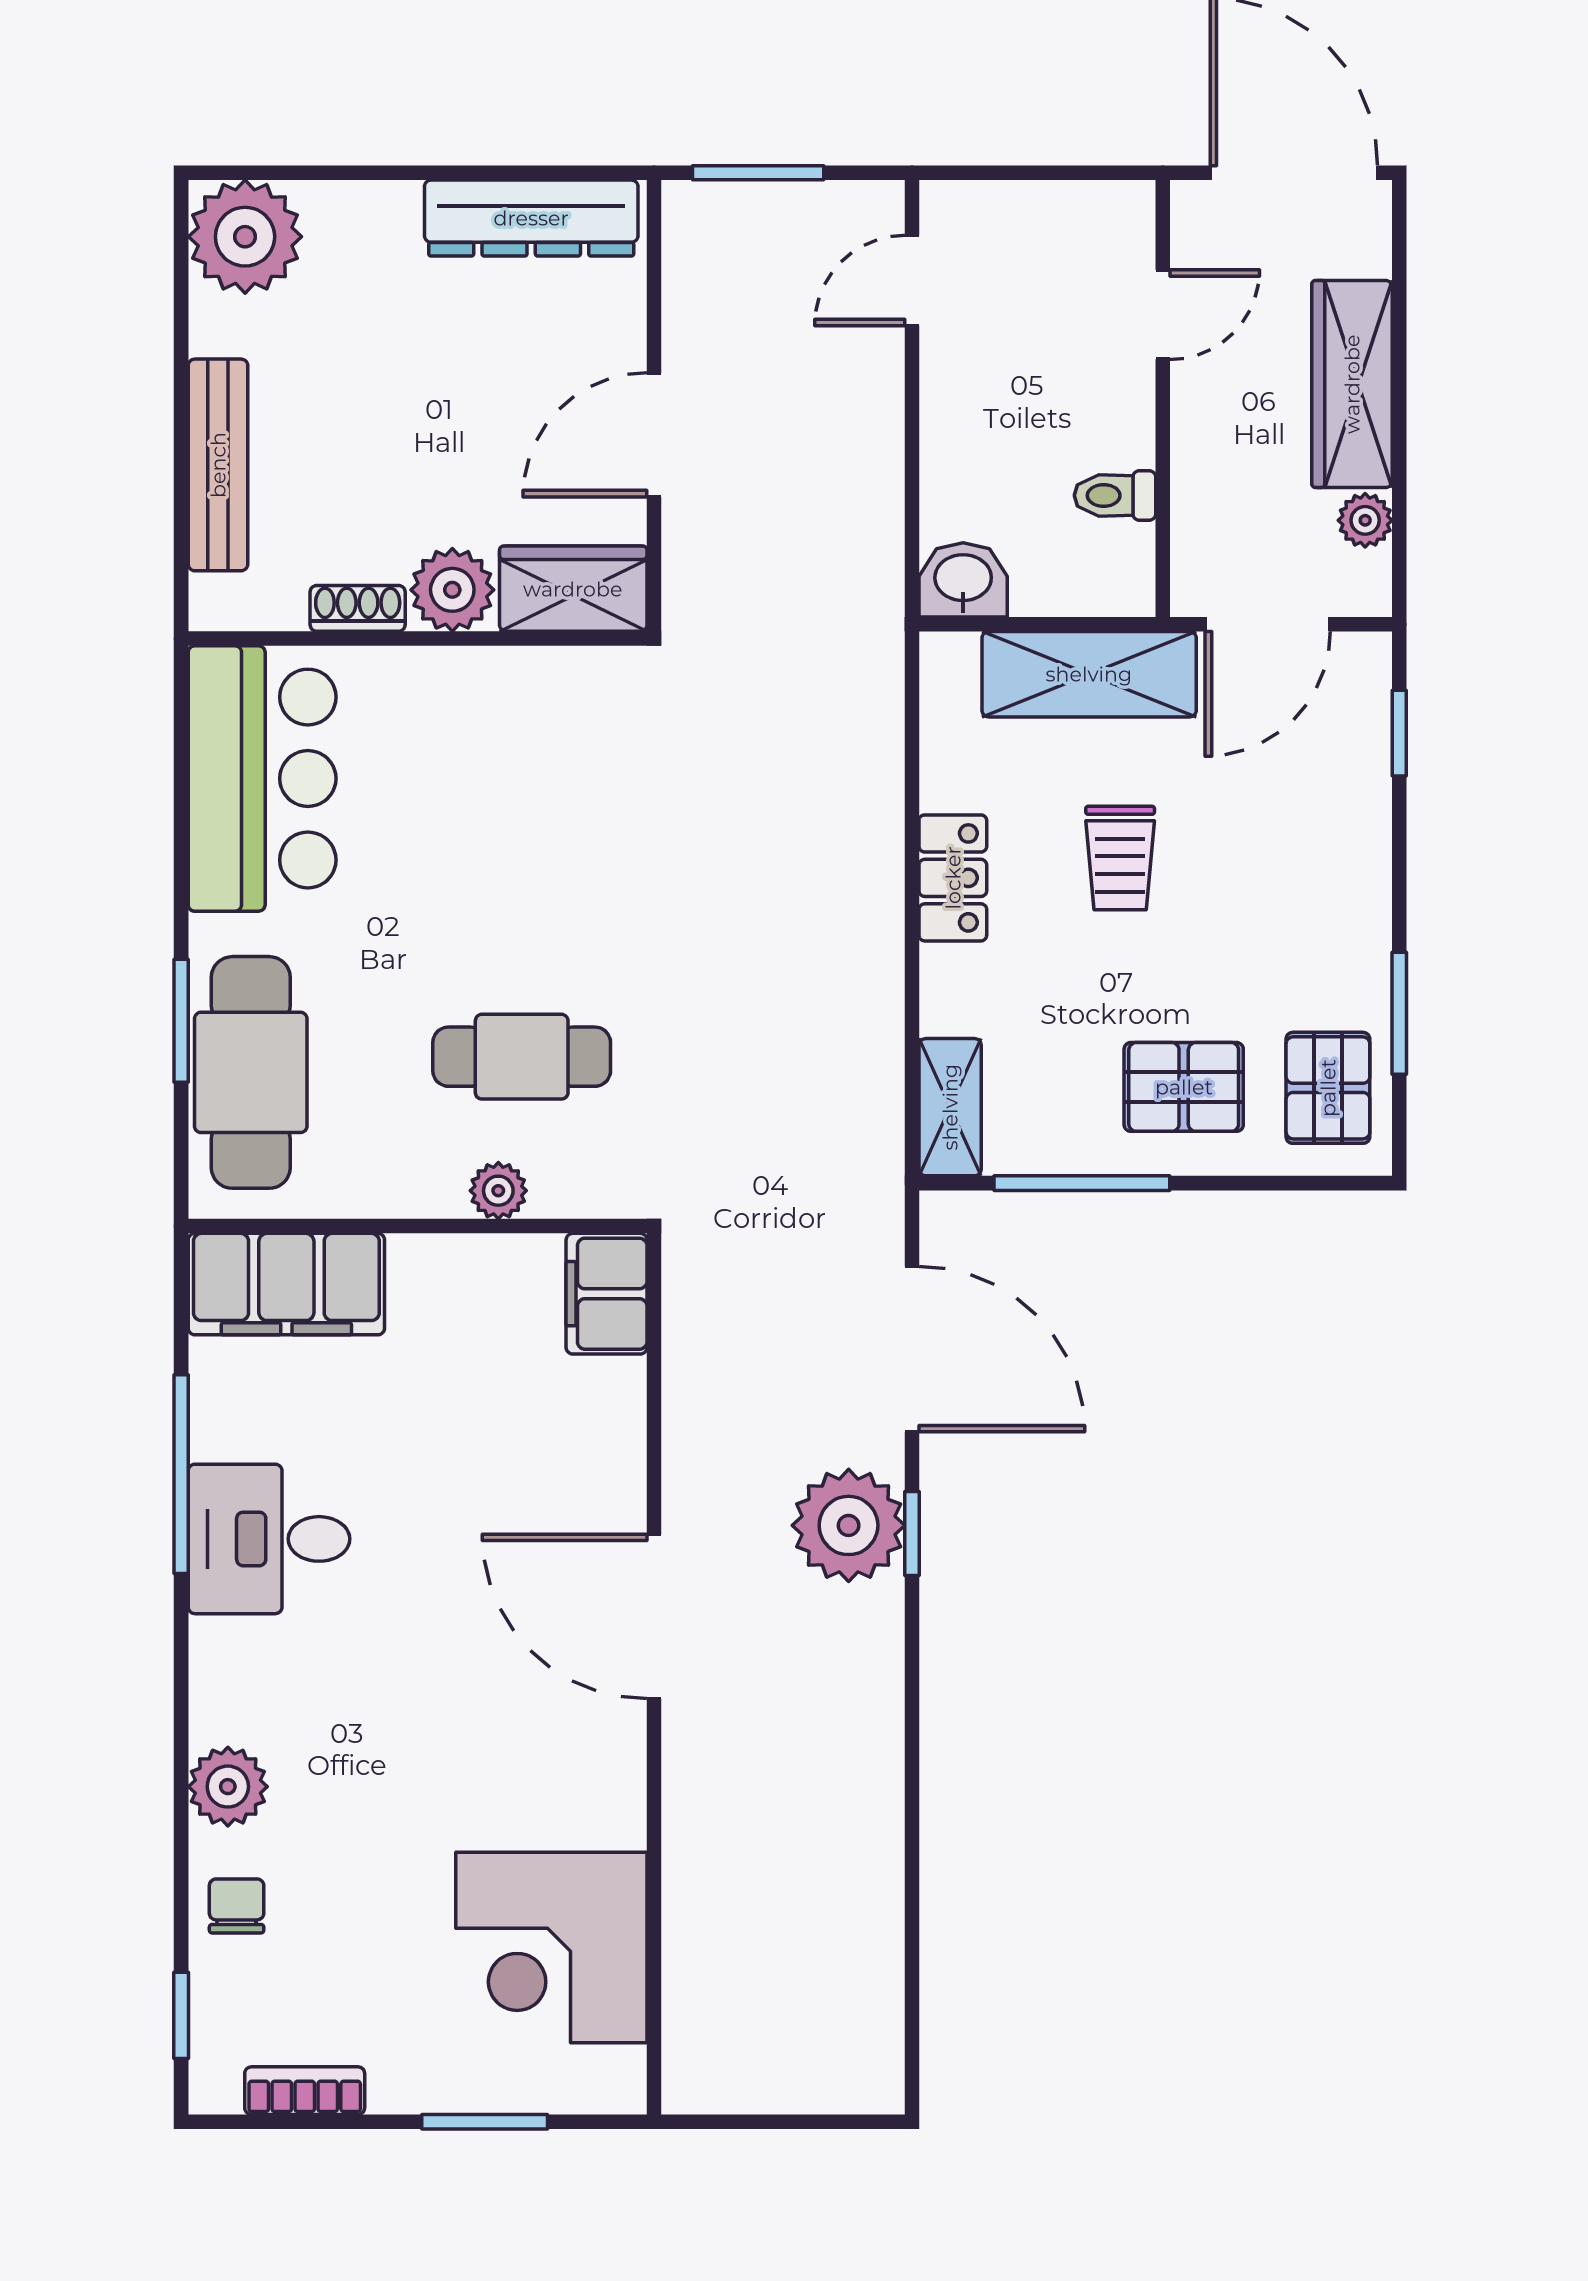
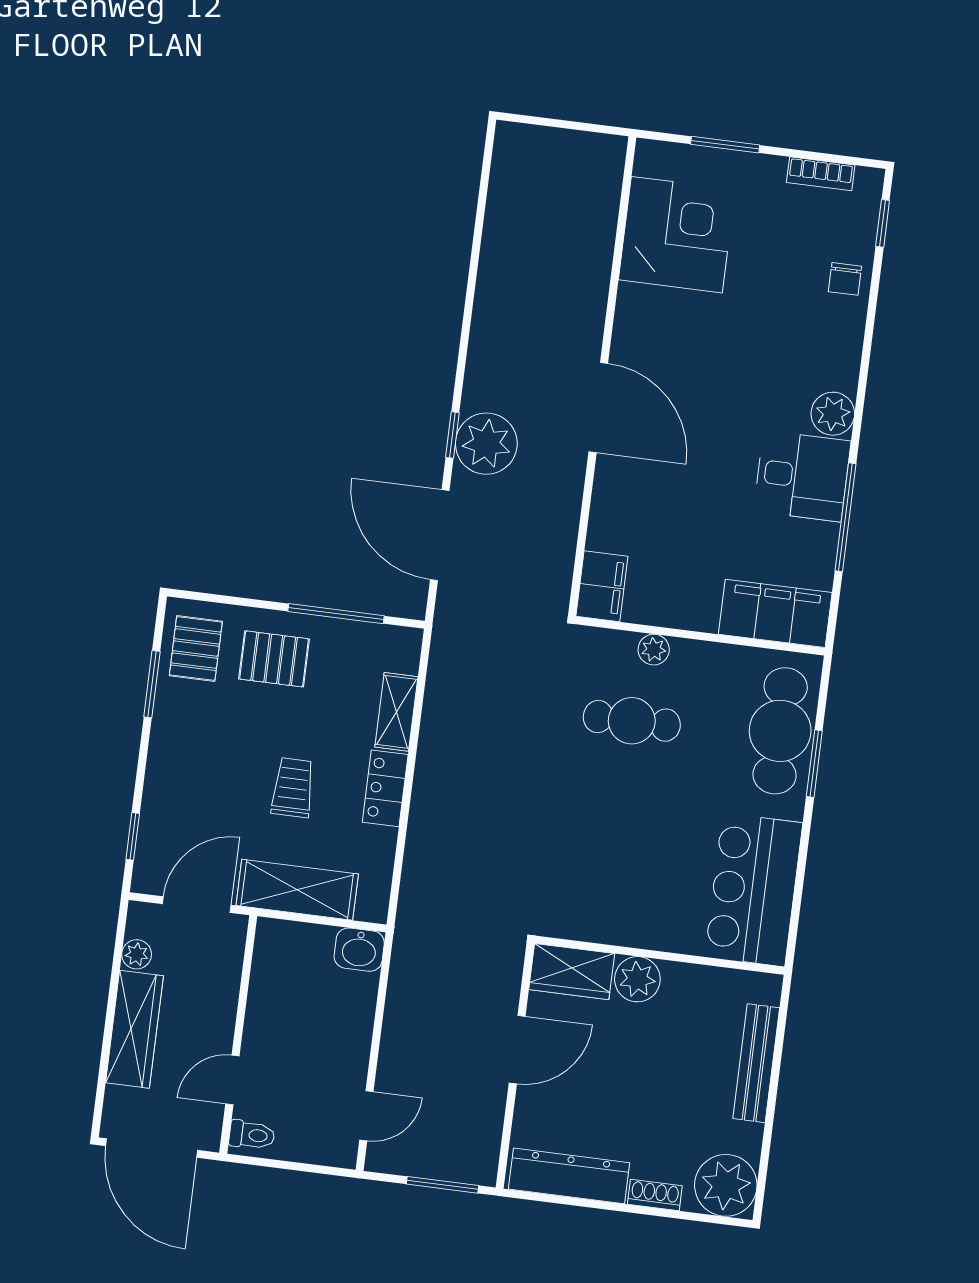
toilet: (1115, 495) -> (252, 1135), moved
shoe rack: (358, 608) -> (655, 1195), moved, turned 180
shelving: (950, 1107) -> (396, 712), moved
plant: (228, 1787) -> (833, 414), moved

